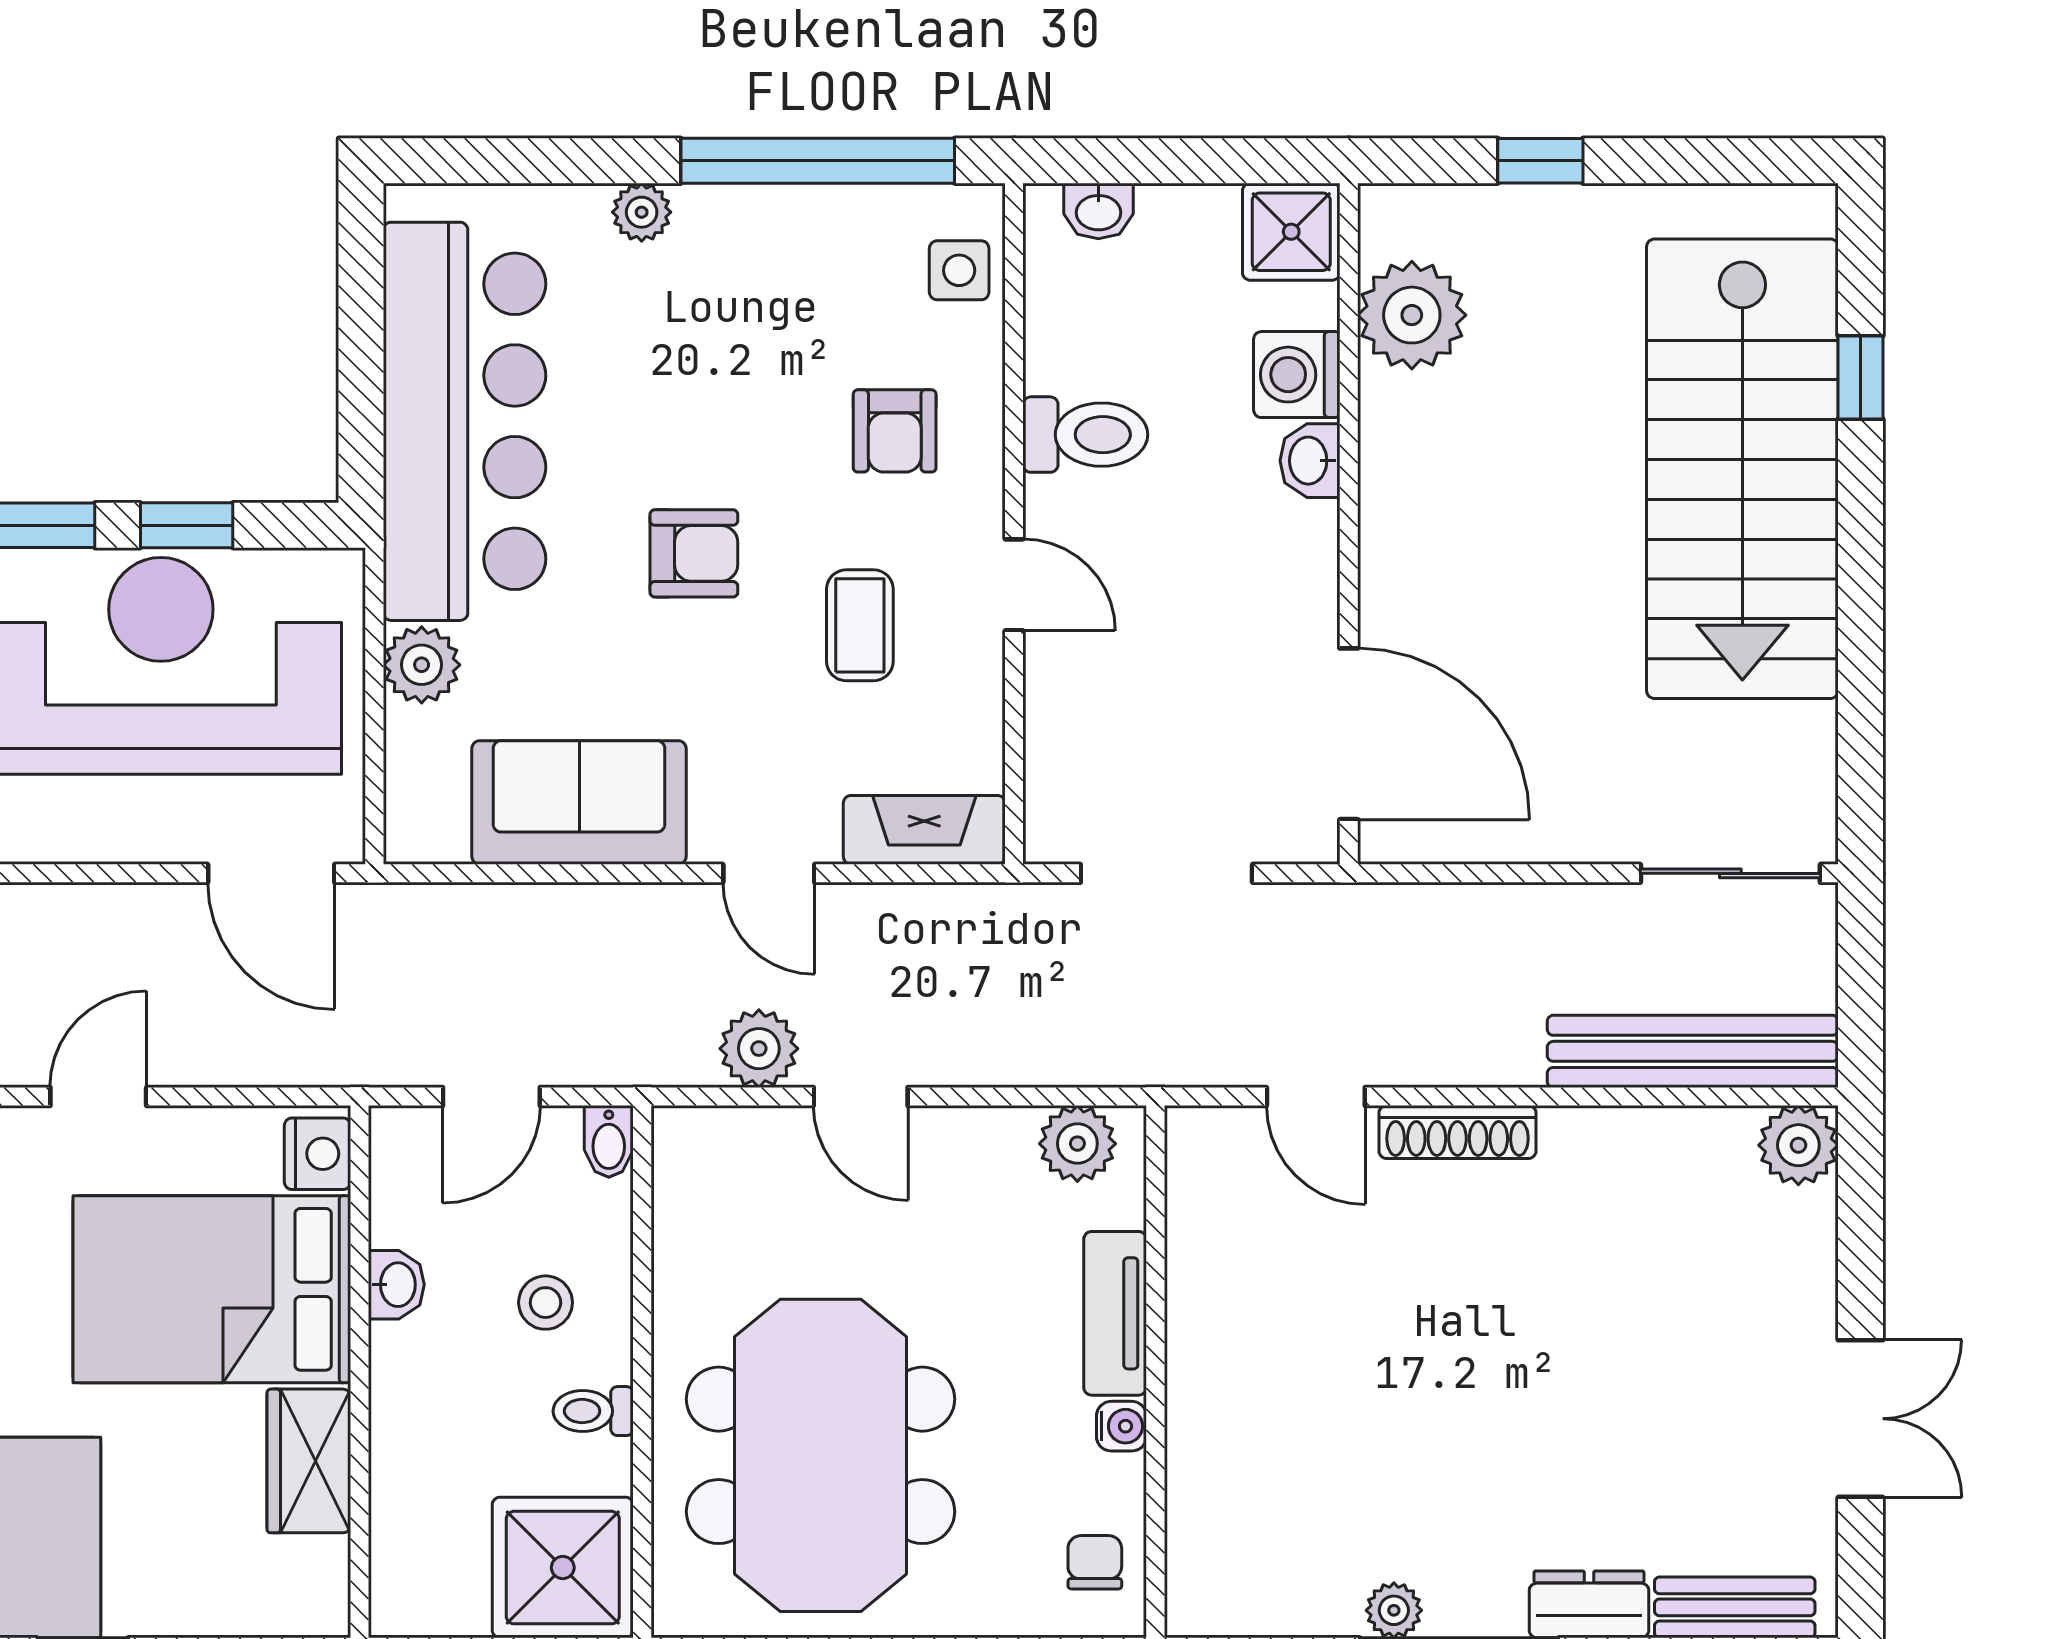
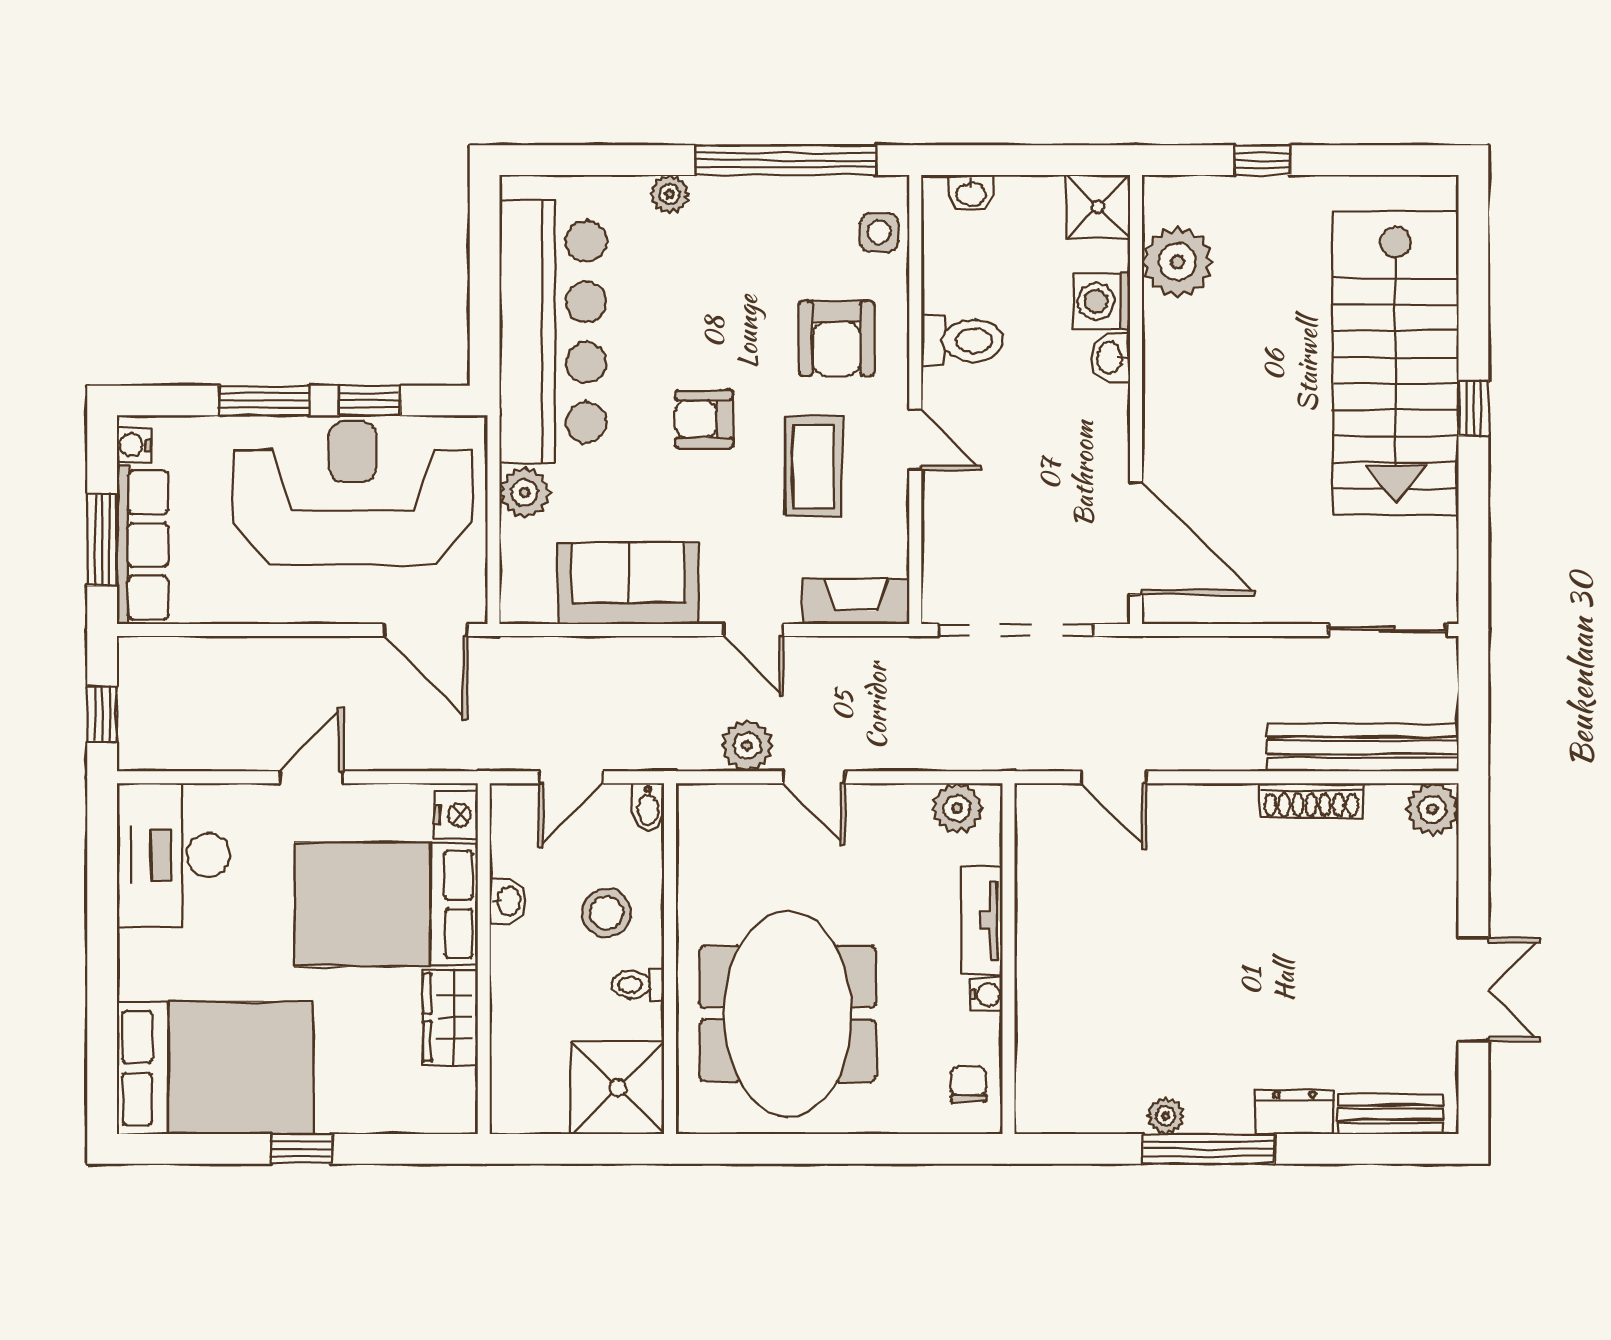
window: (1861, 378) -> (1473, 408), moved
armchair: (895, 431) -> (837, 338), width x1.38, depth x1.38
armchair: (694, 553) -> (704, 419), turned 180
coffee table: (860, 625) -> (814, 466), width x1.36, depth x1.30
doorway: (1166, 873) -> (1016, 630), width x1.36
shoe rack: (1458, 1132) -> (1311, 801), moved
stool: (546, 1303) -> (606, 913), width x1.37, depth x1.37

